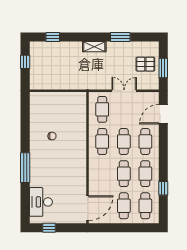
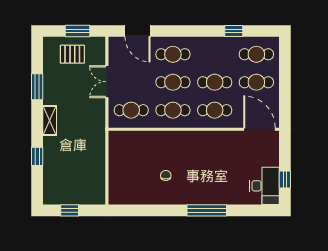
window: (53, 37) -> (37, 156), moved
pallet: (145, 64) -> (72, 54), turned 90
cafe table: (145, 174) -> (215, 110), moved
desk: (41, 202) -> (264, 186), moved, turned -90

